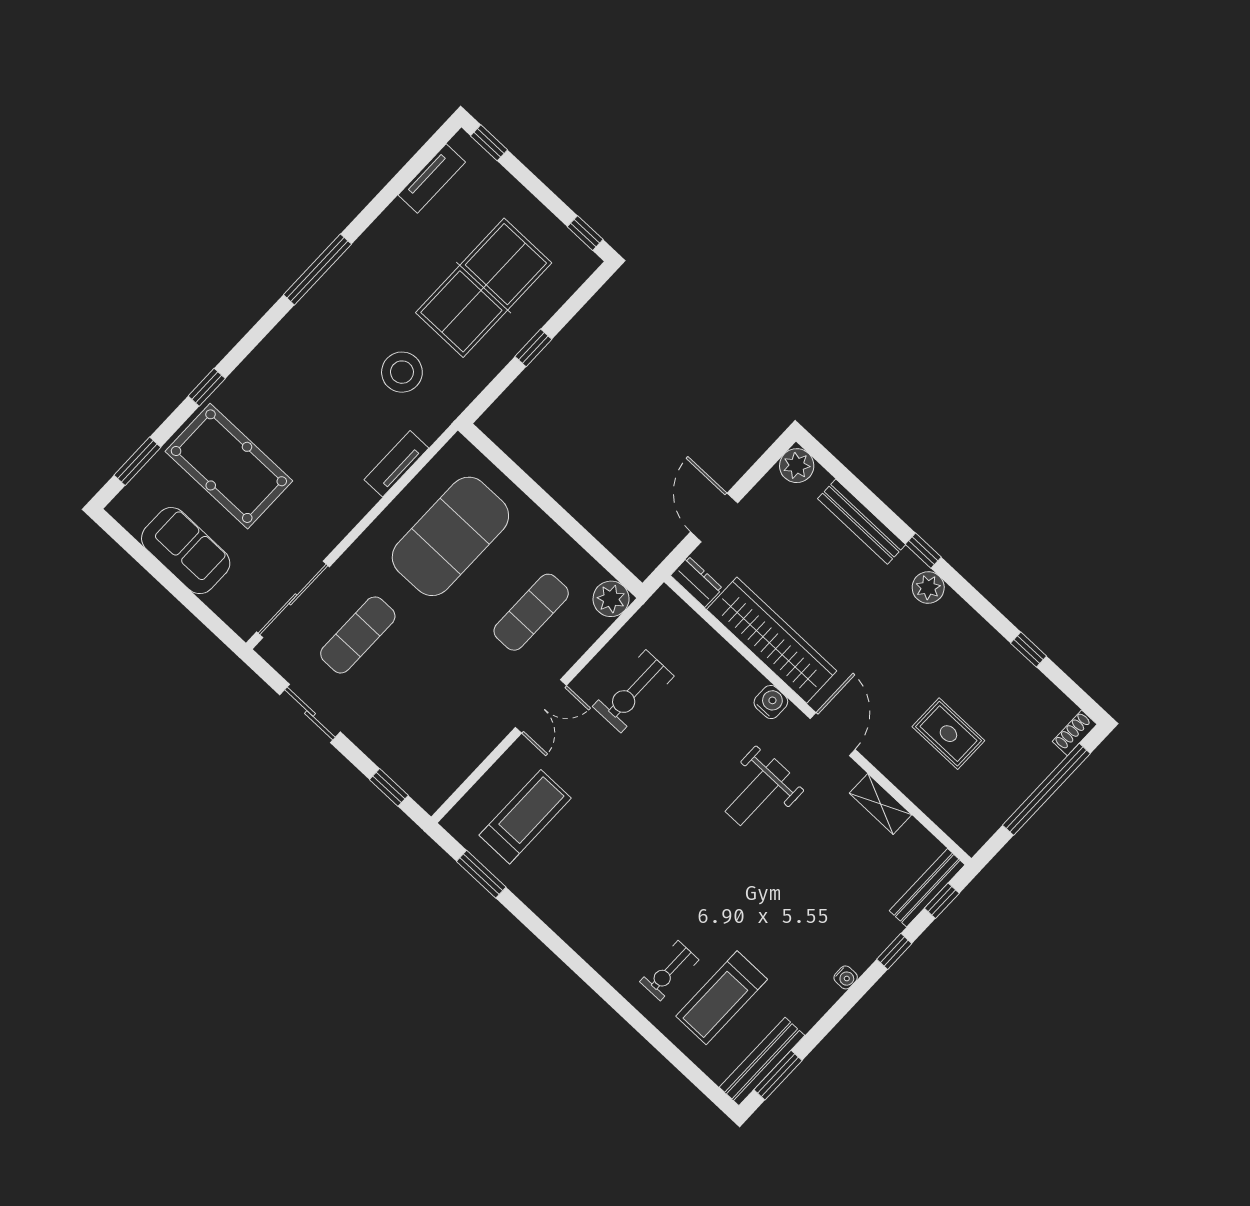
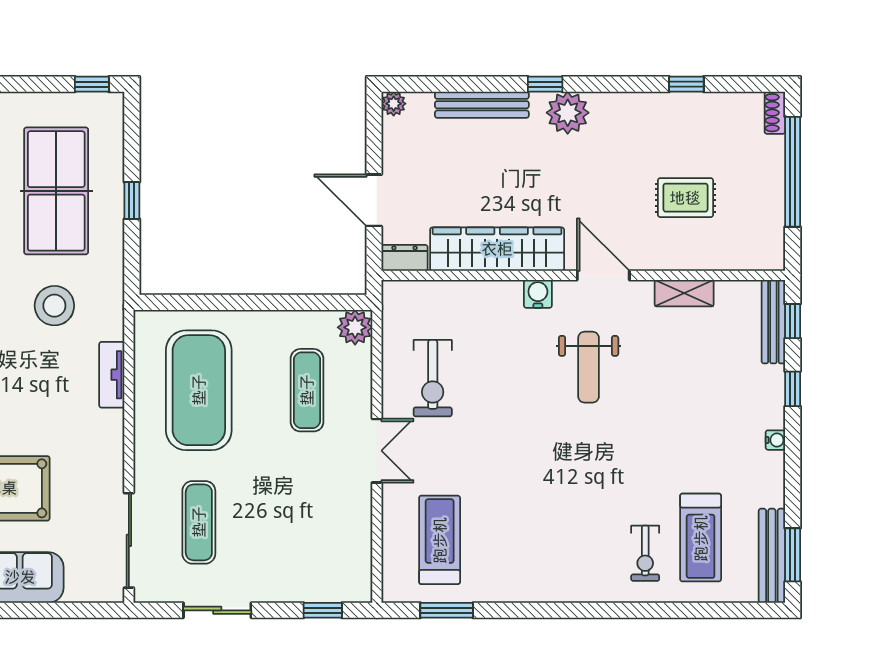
plant: (797, 466) -> (394, 104), width x0.73, depth x0.73
plant: (928, 588) -> (568, 113), width x1.36, depth x1.36

